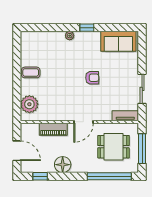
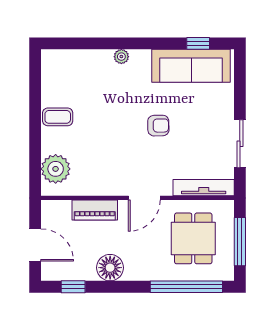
window: (87, 28) -> (198, 43), moved
sofa: (118, 41) -> (191, 66), width x1.36
tv unit: (125, 116) -> (204, 188), width x1.41
dining table: (114, 147) -> (193, 238), turned 90

